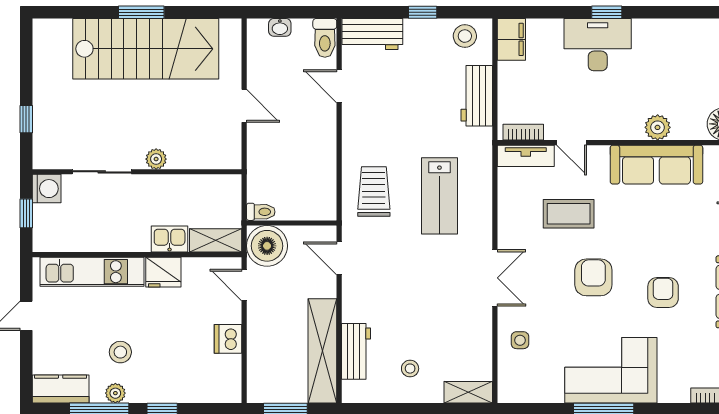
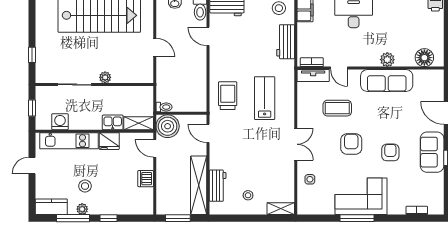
washing machine: (47, 189) -> (60, 122), moved, turned -90
lab bench: (439, 196) -> (265, 98), turned 180

